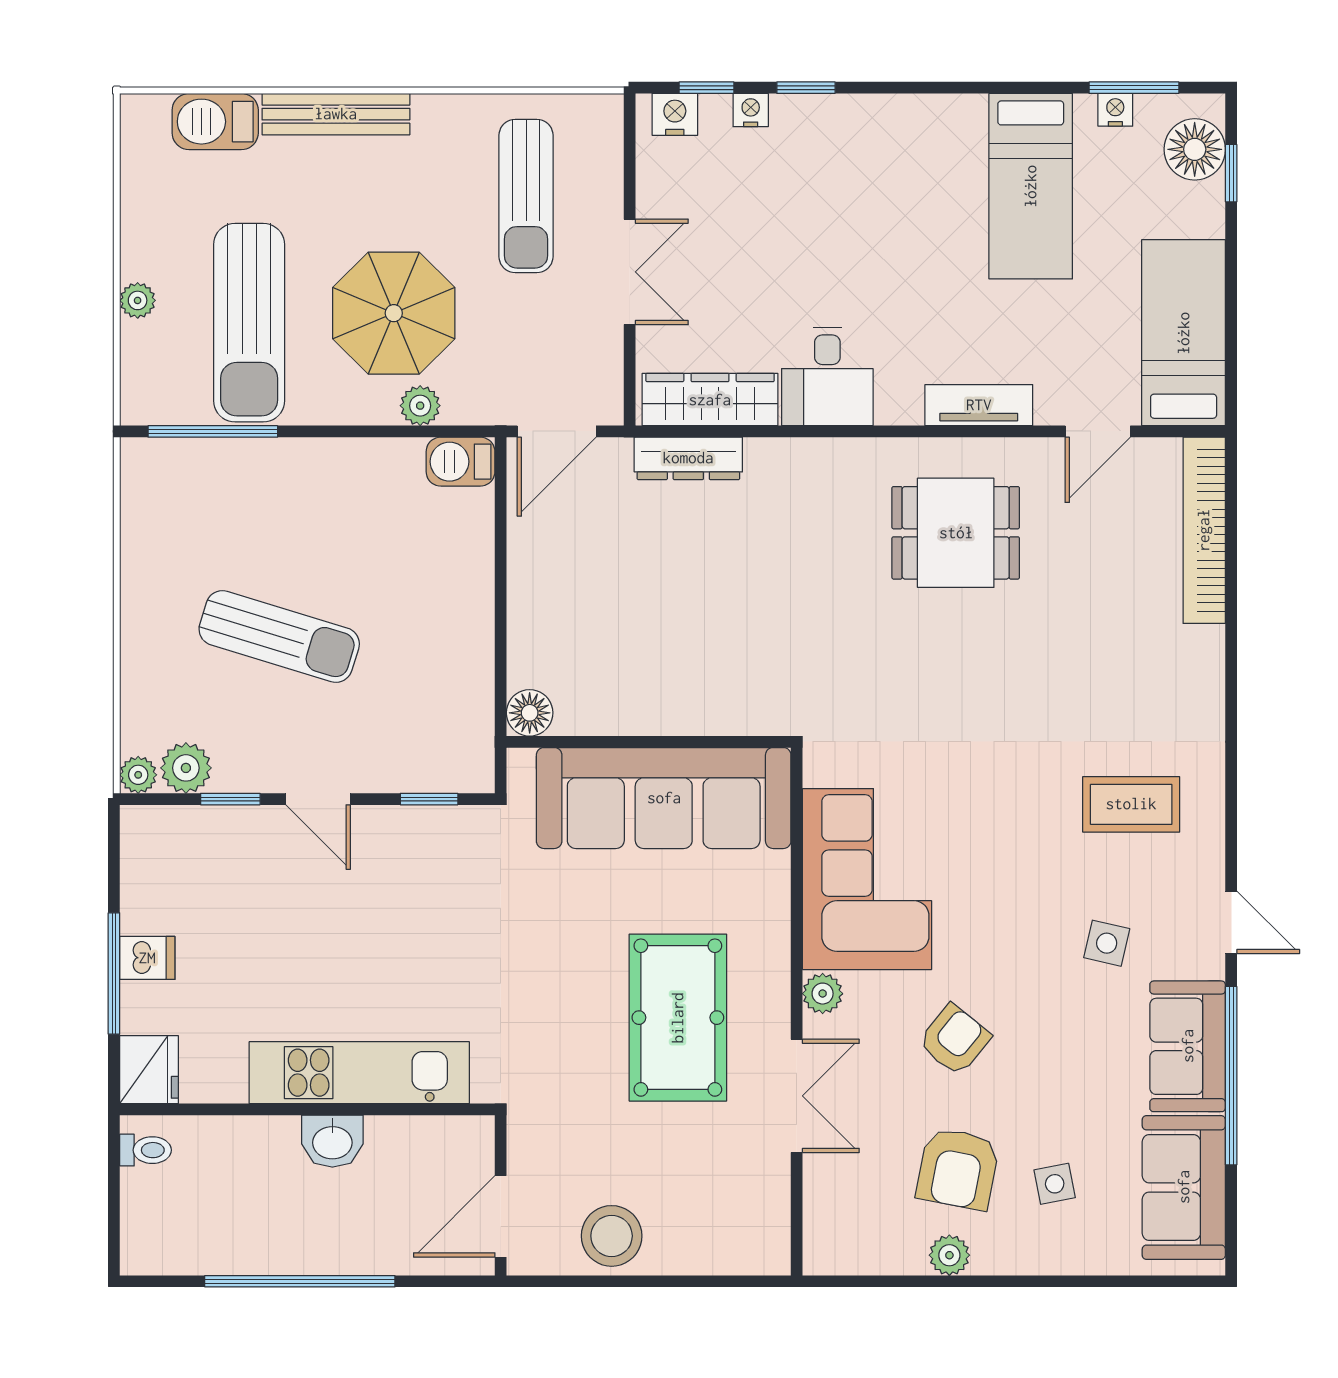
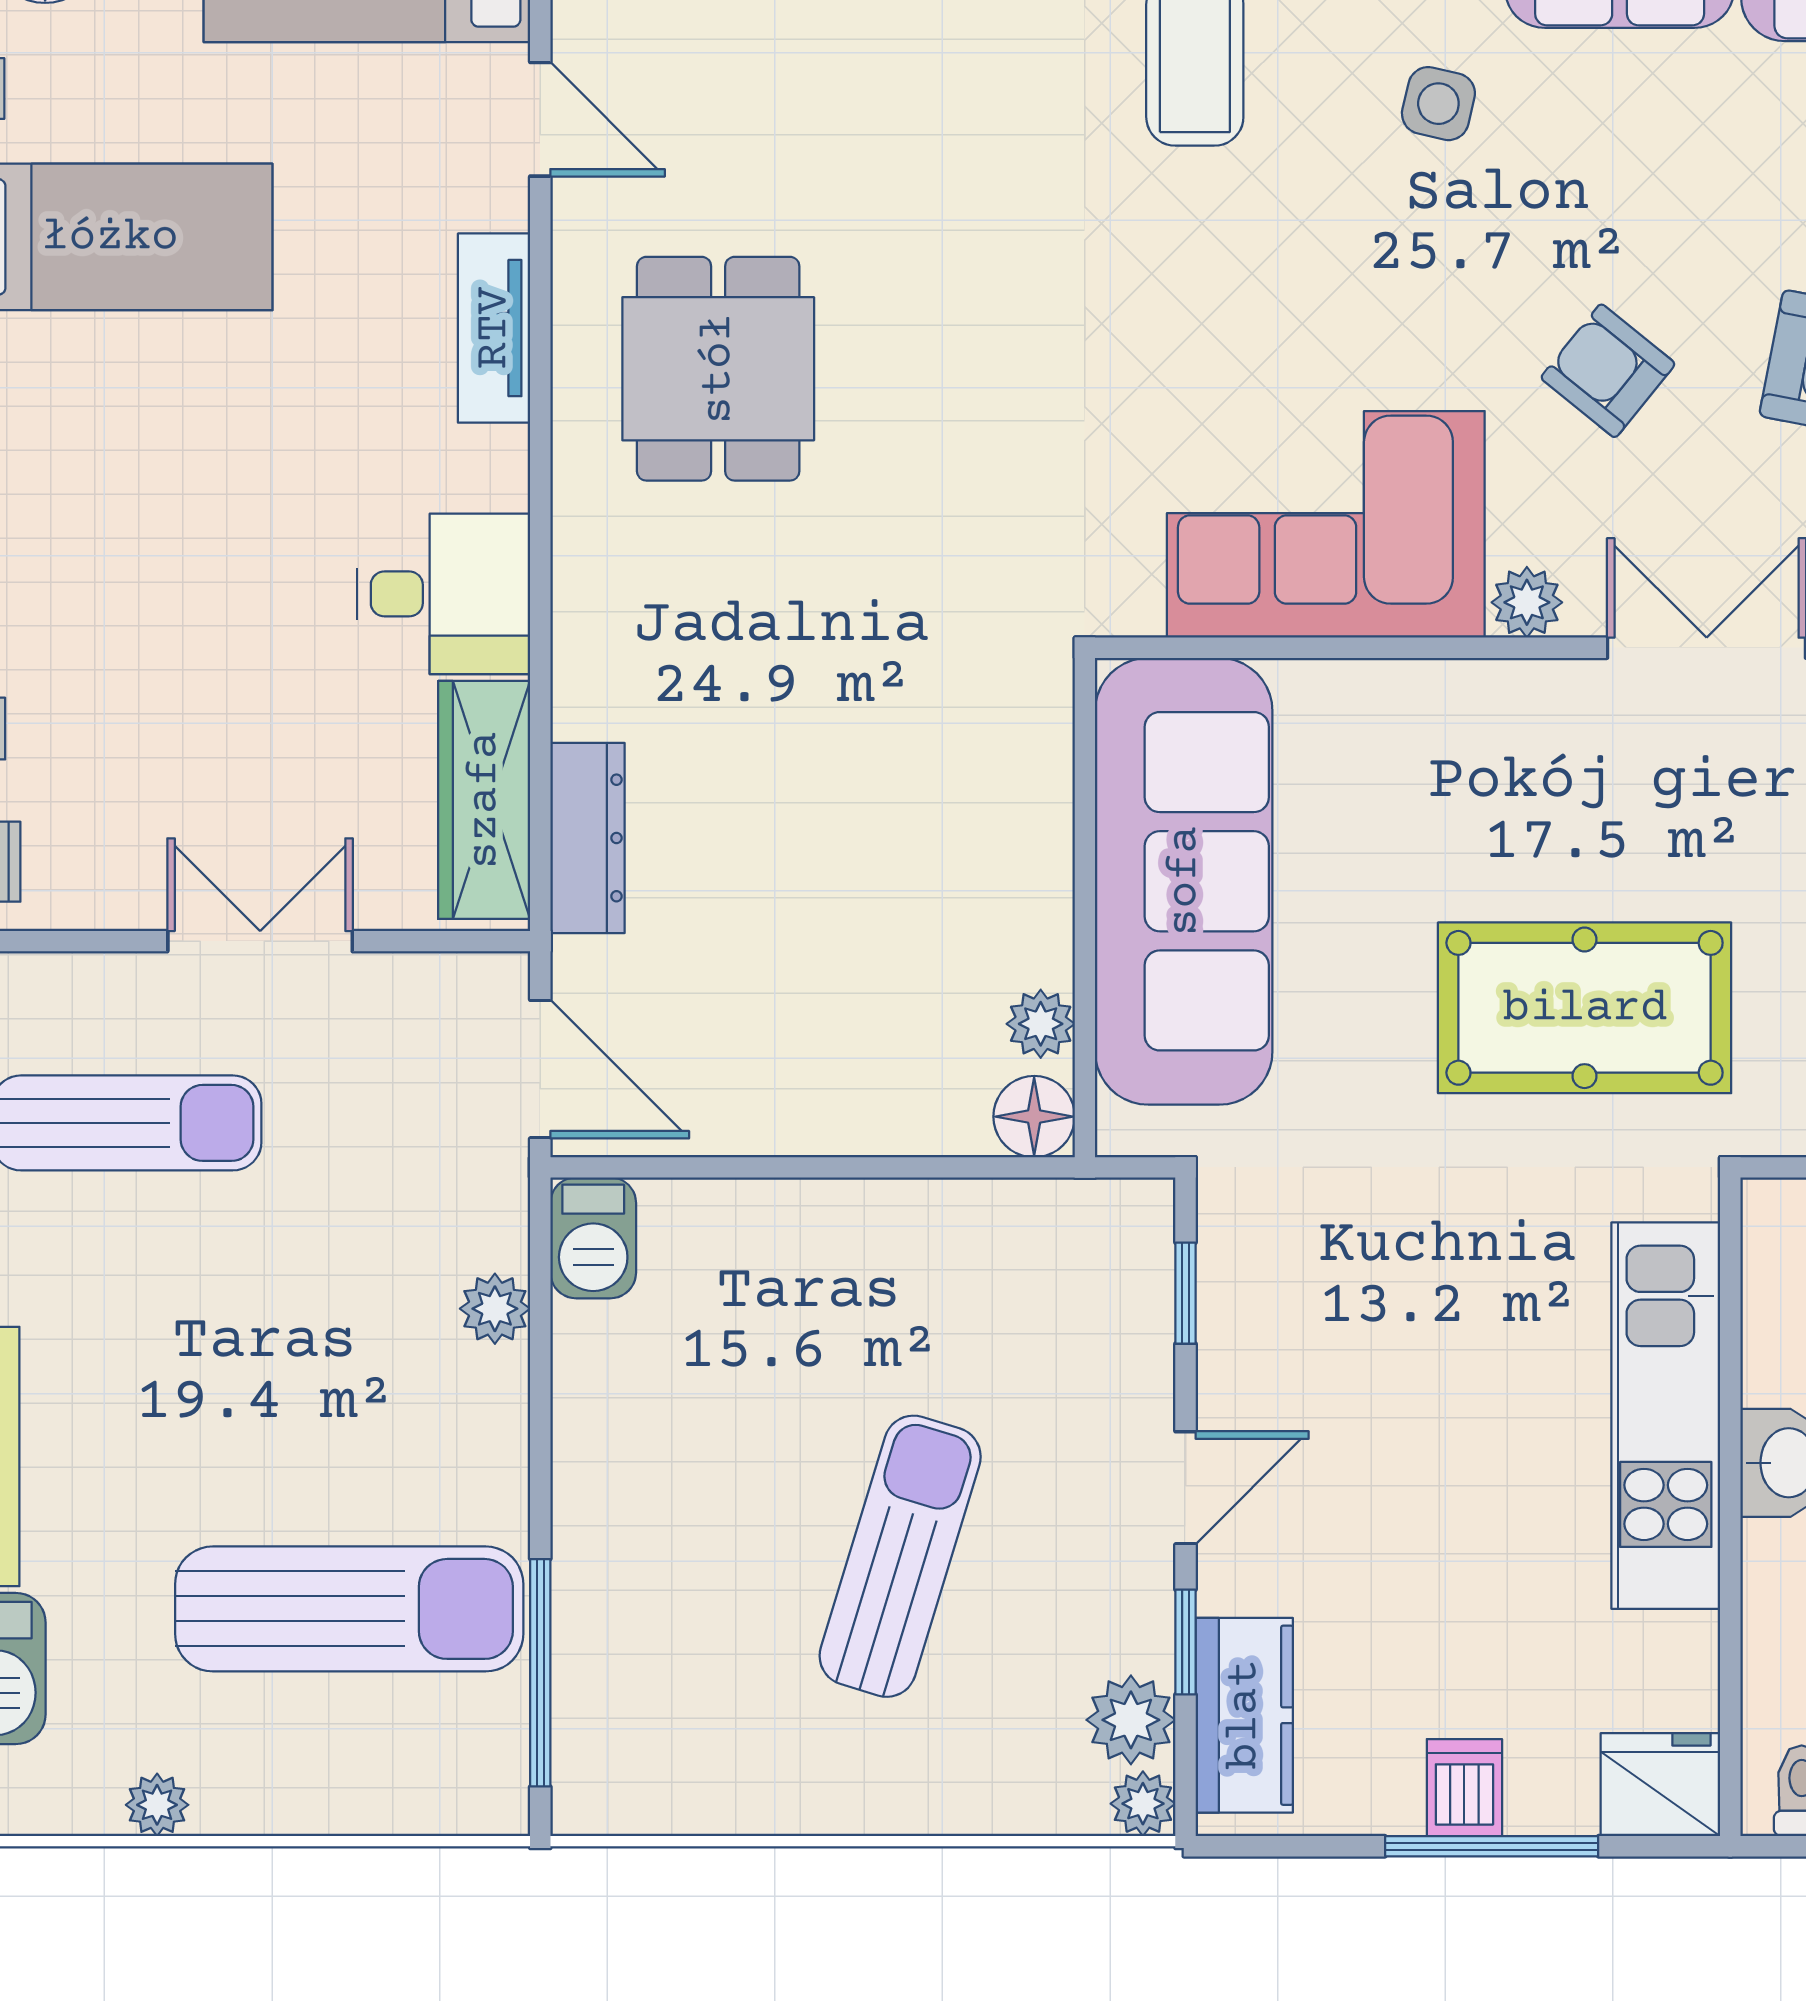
plant: (138, 300) -> (157, 1805), moved
parasol: (394, 313) -> (333, 1355), removed
plant: (582, 717) -> (1041, 1024), added
kitchen counter: (189, 833) -> (1244, 1715), added
pool table: (678, 1018) -> (1585, 1008), moved

